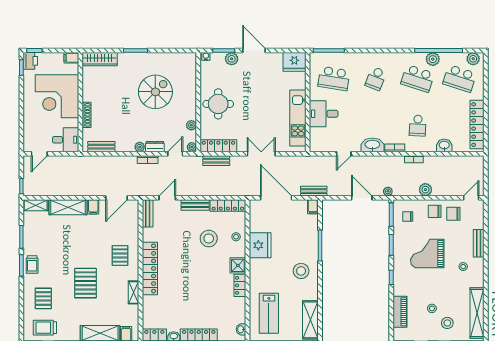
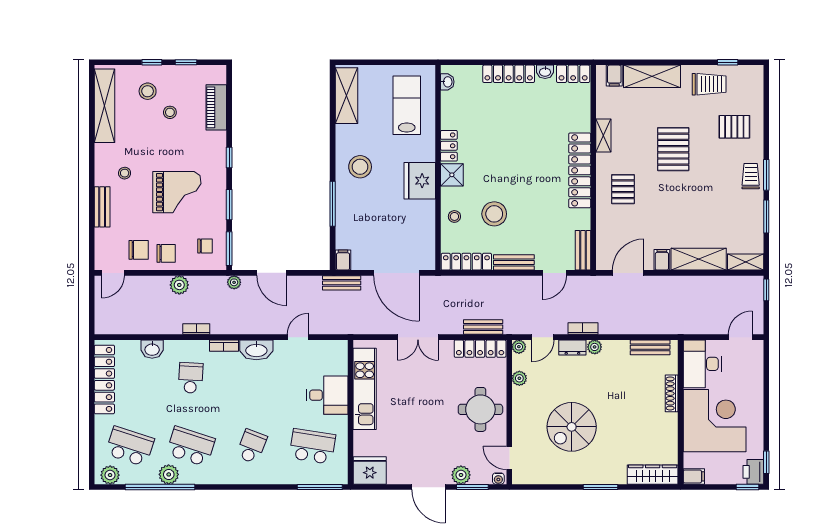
door: (198, 70) -> (509, 458), added
desk: (66, 140) -> (702, 364), width x1.37
fridge: (260, 245) -> (420, 181), moved
pallet: (43, 298) -> (734, 127), turned 90
trolley: (45, 328) -> (709, 84), moved

